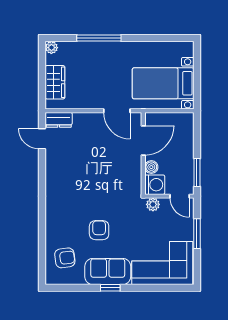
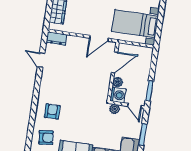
door: (117, 111) -> (99, 38), hinge flipped
door: (42, 139) -> (41, 60), moved
armchair: (99, 230) -> (52, 111), moved

